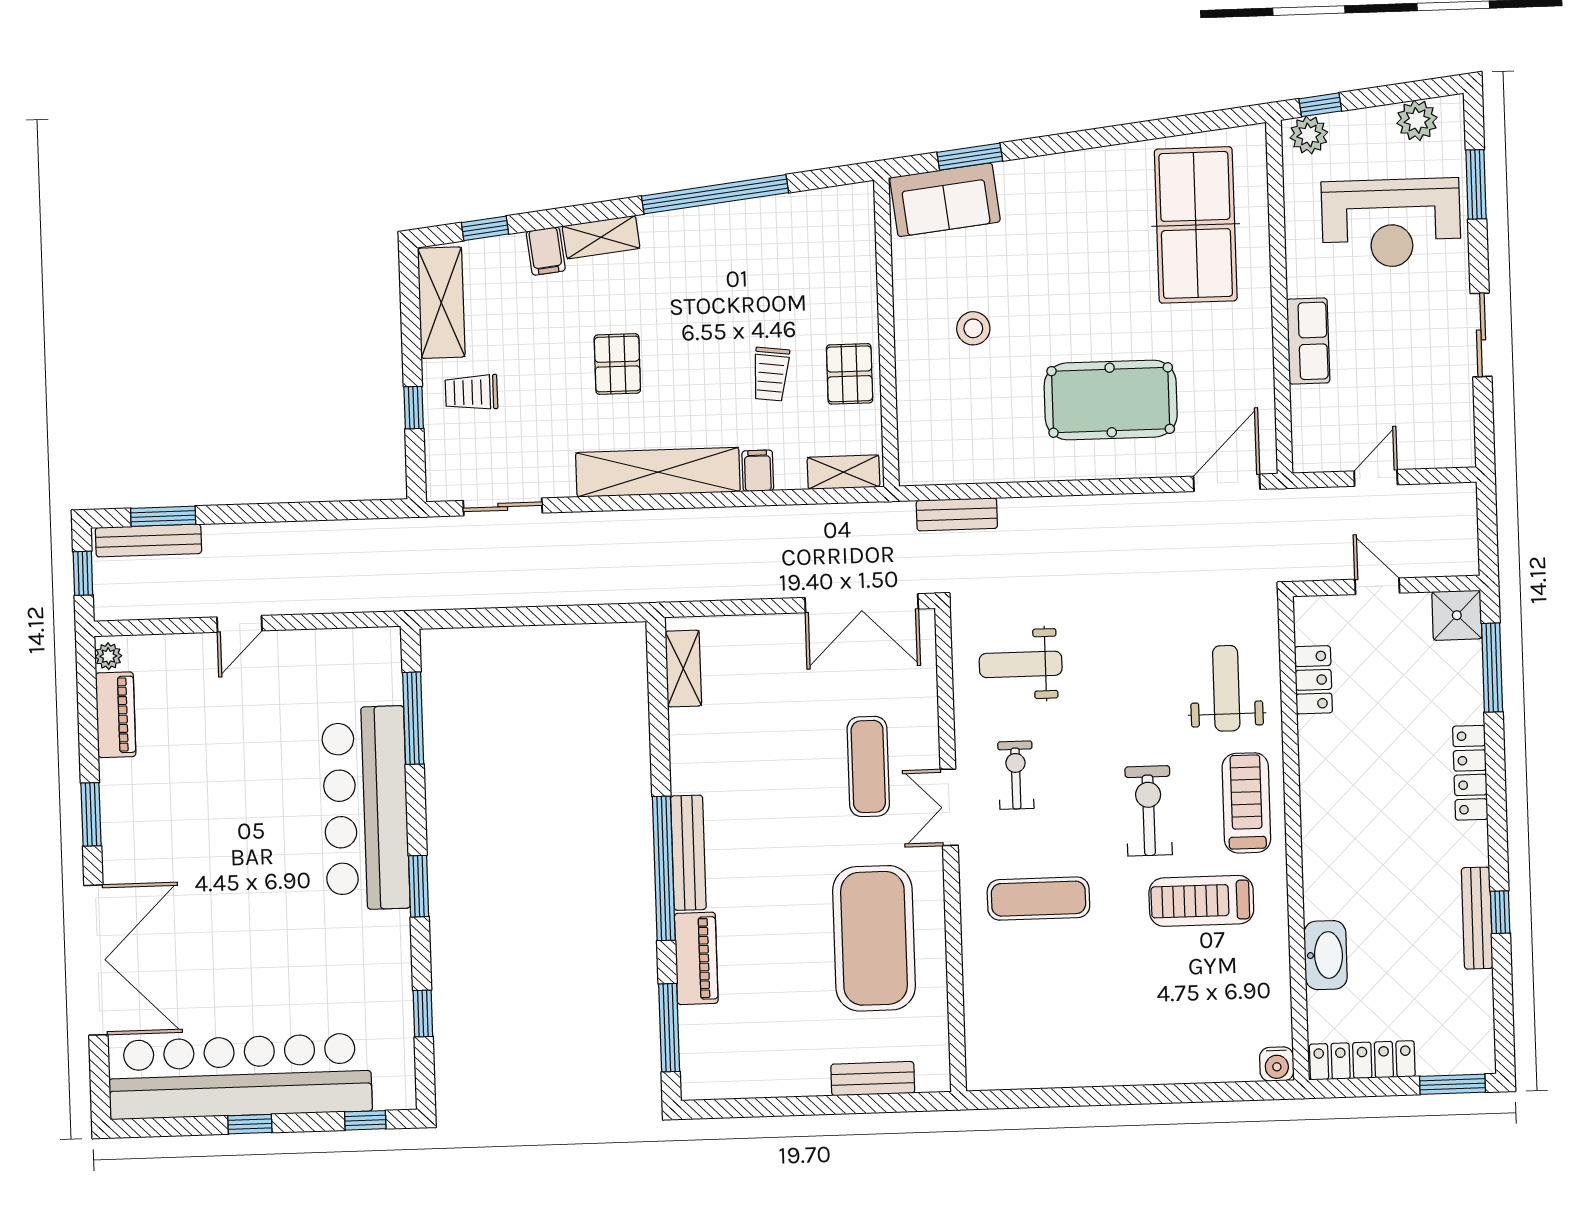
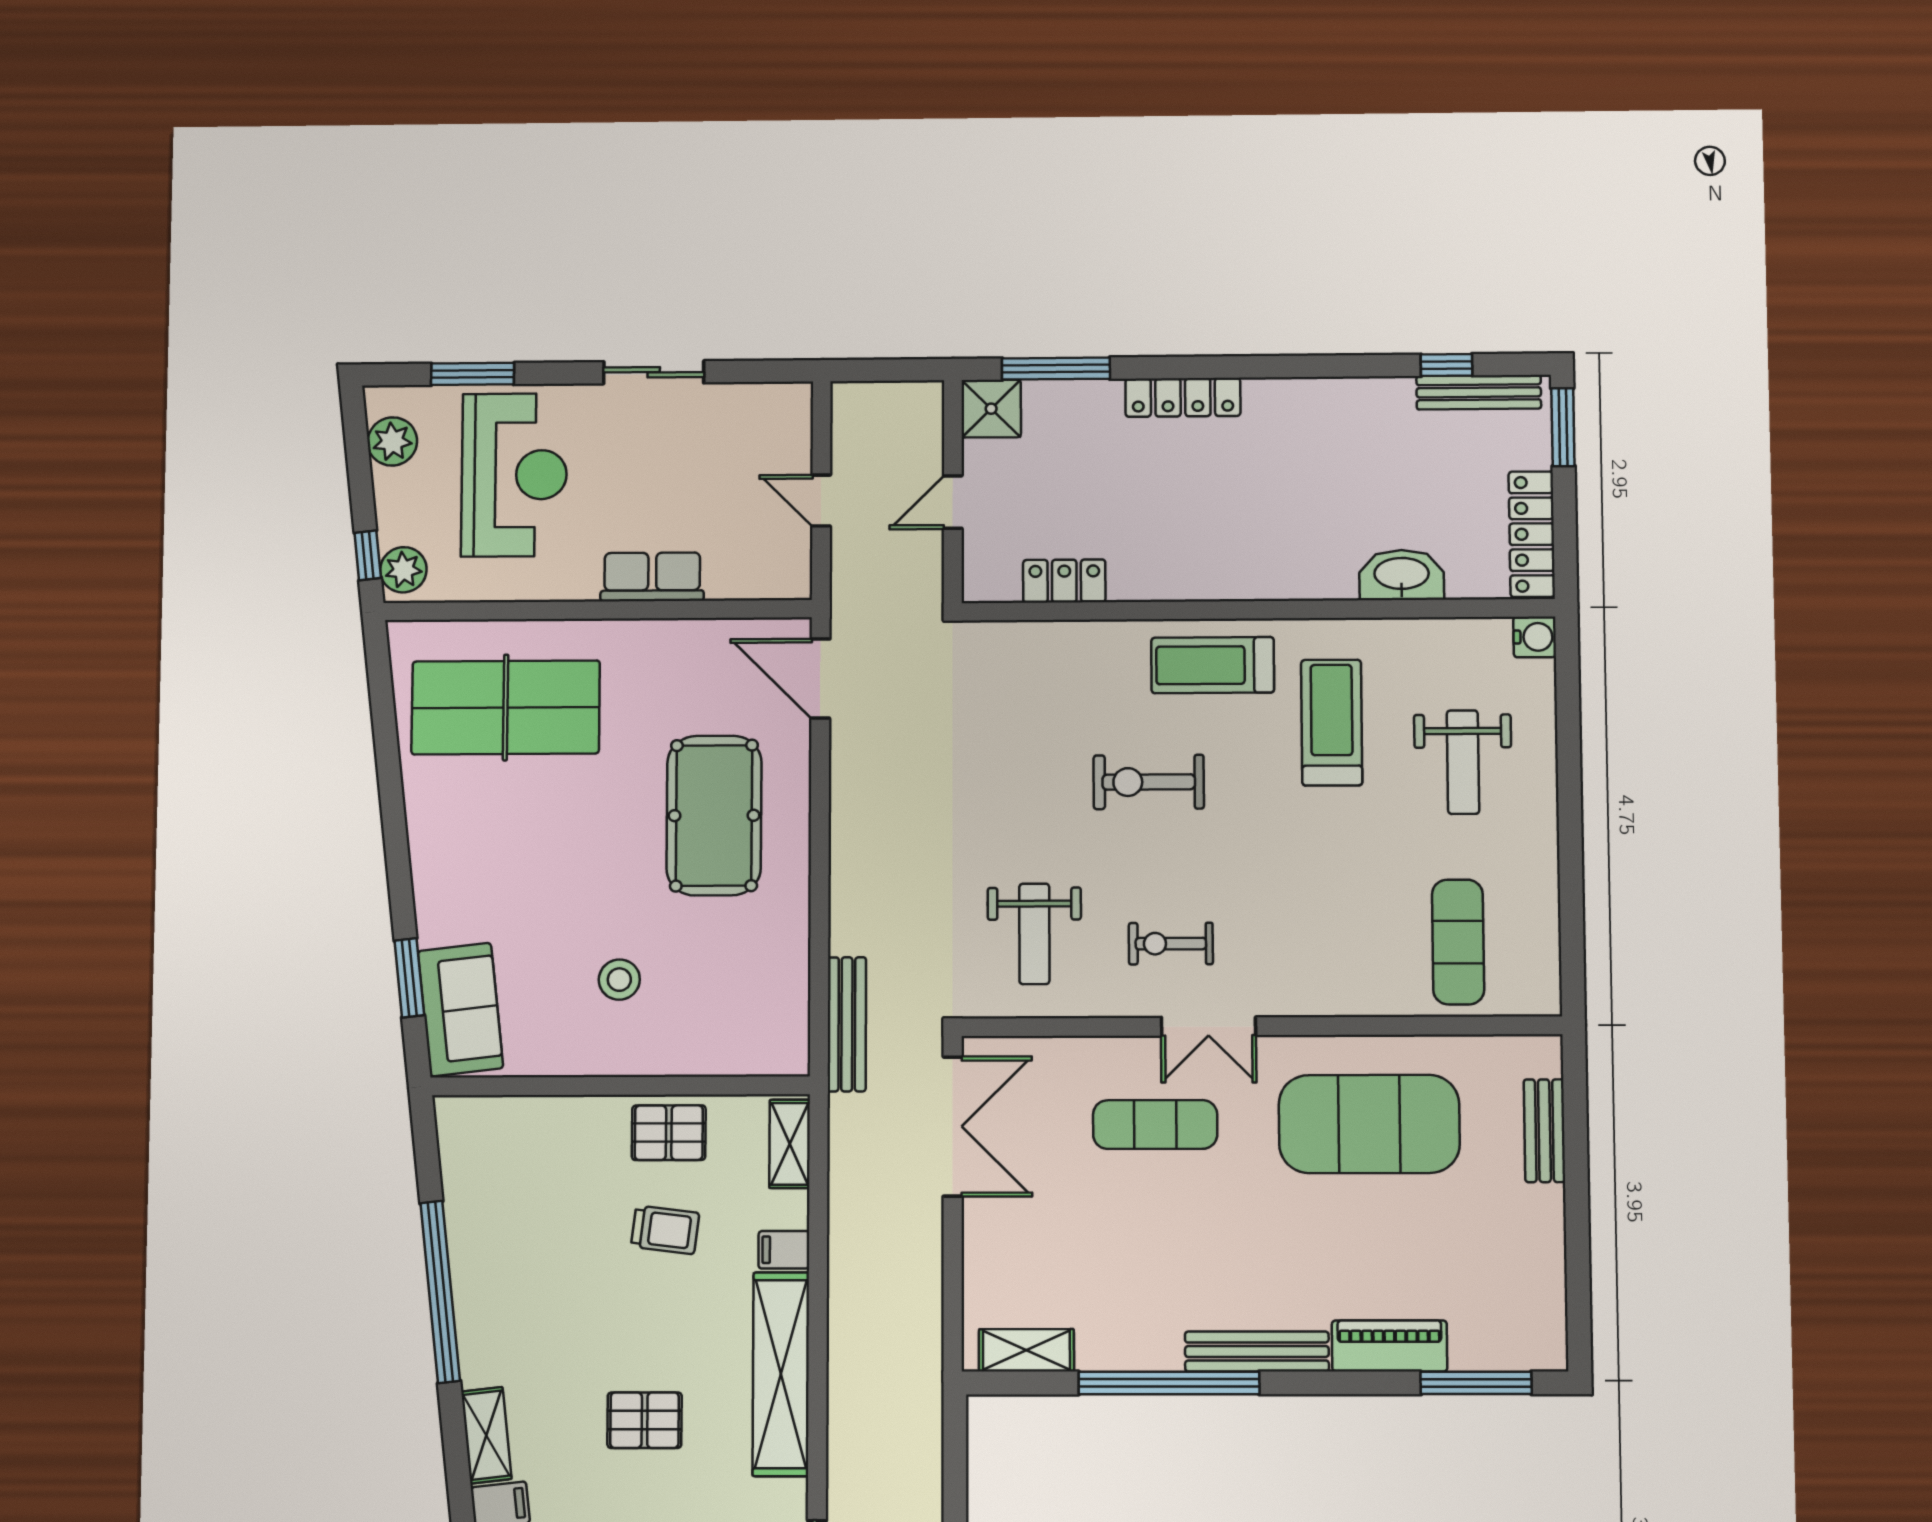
bench: (957, 514) -> (847, 1024), width x1.36
weight bench: (1226, 688) -> (1463, 762), moved, turned -90
exercise bike: (1149, 811) -> (1149, 782), moved
window: (664, 868) -> (1169, 1383), moved
exercise mat: (1038, 899) -> (1458, 942), moved
treadmill: (1201, 901) -> (1332, 723), turned 180
window: (1500, 912) -> (1447, 365), moved
bench: (1477, 918) -> (1479, 392), moved

